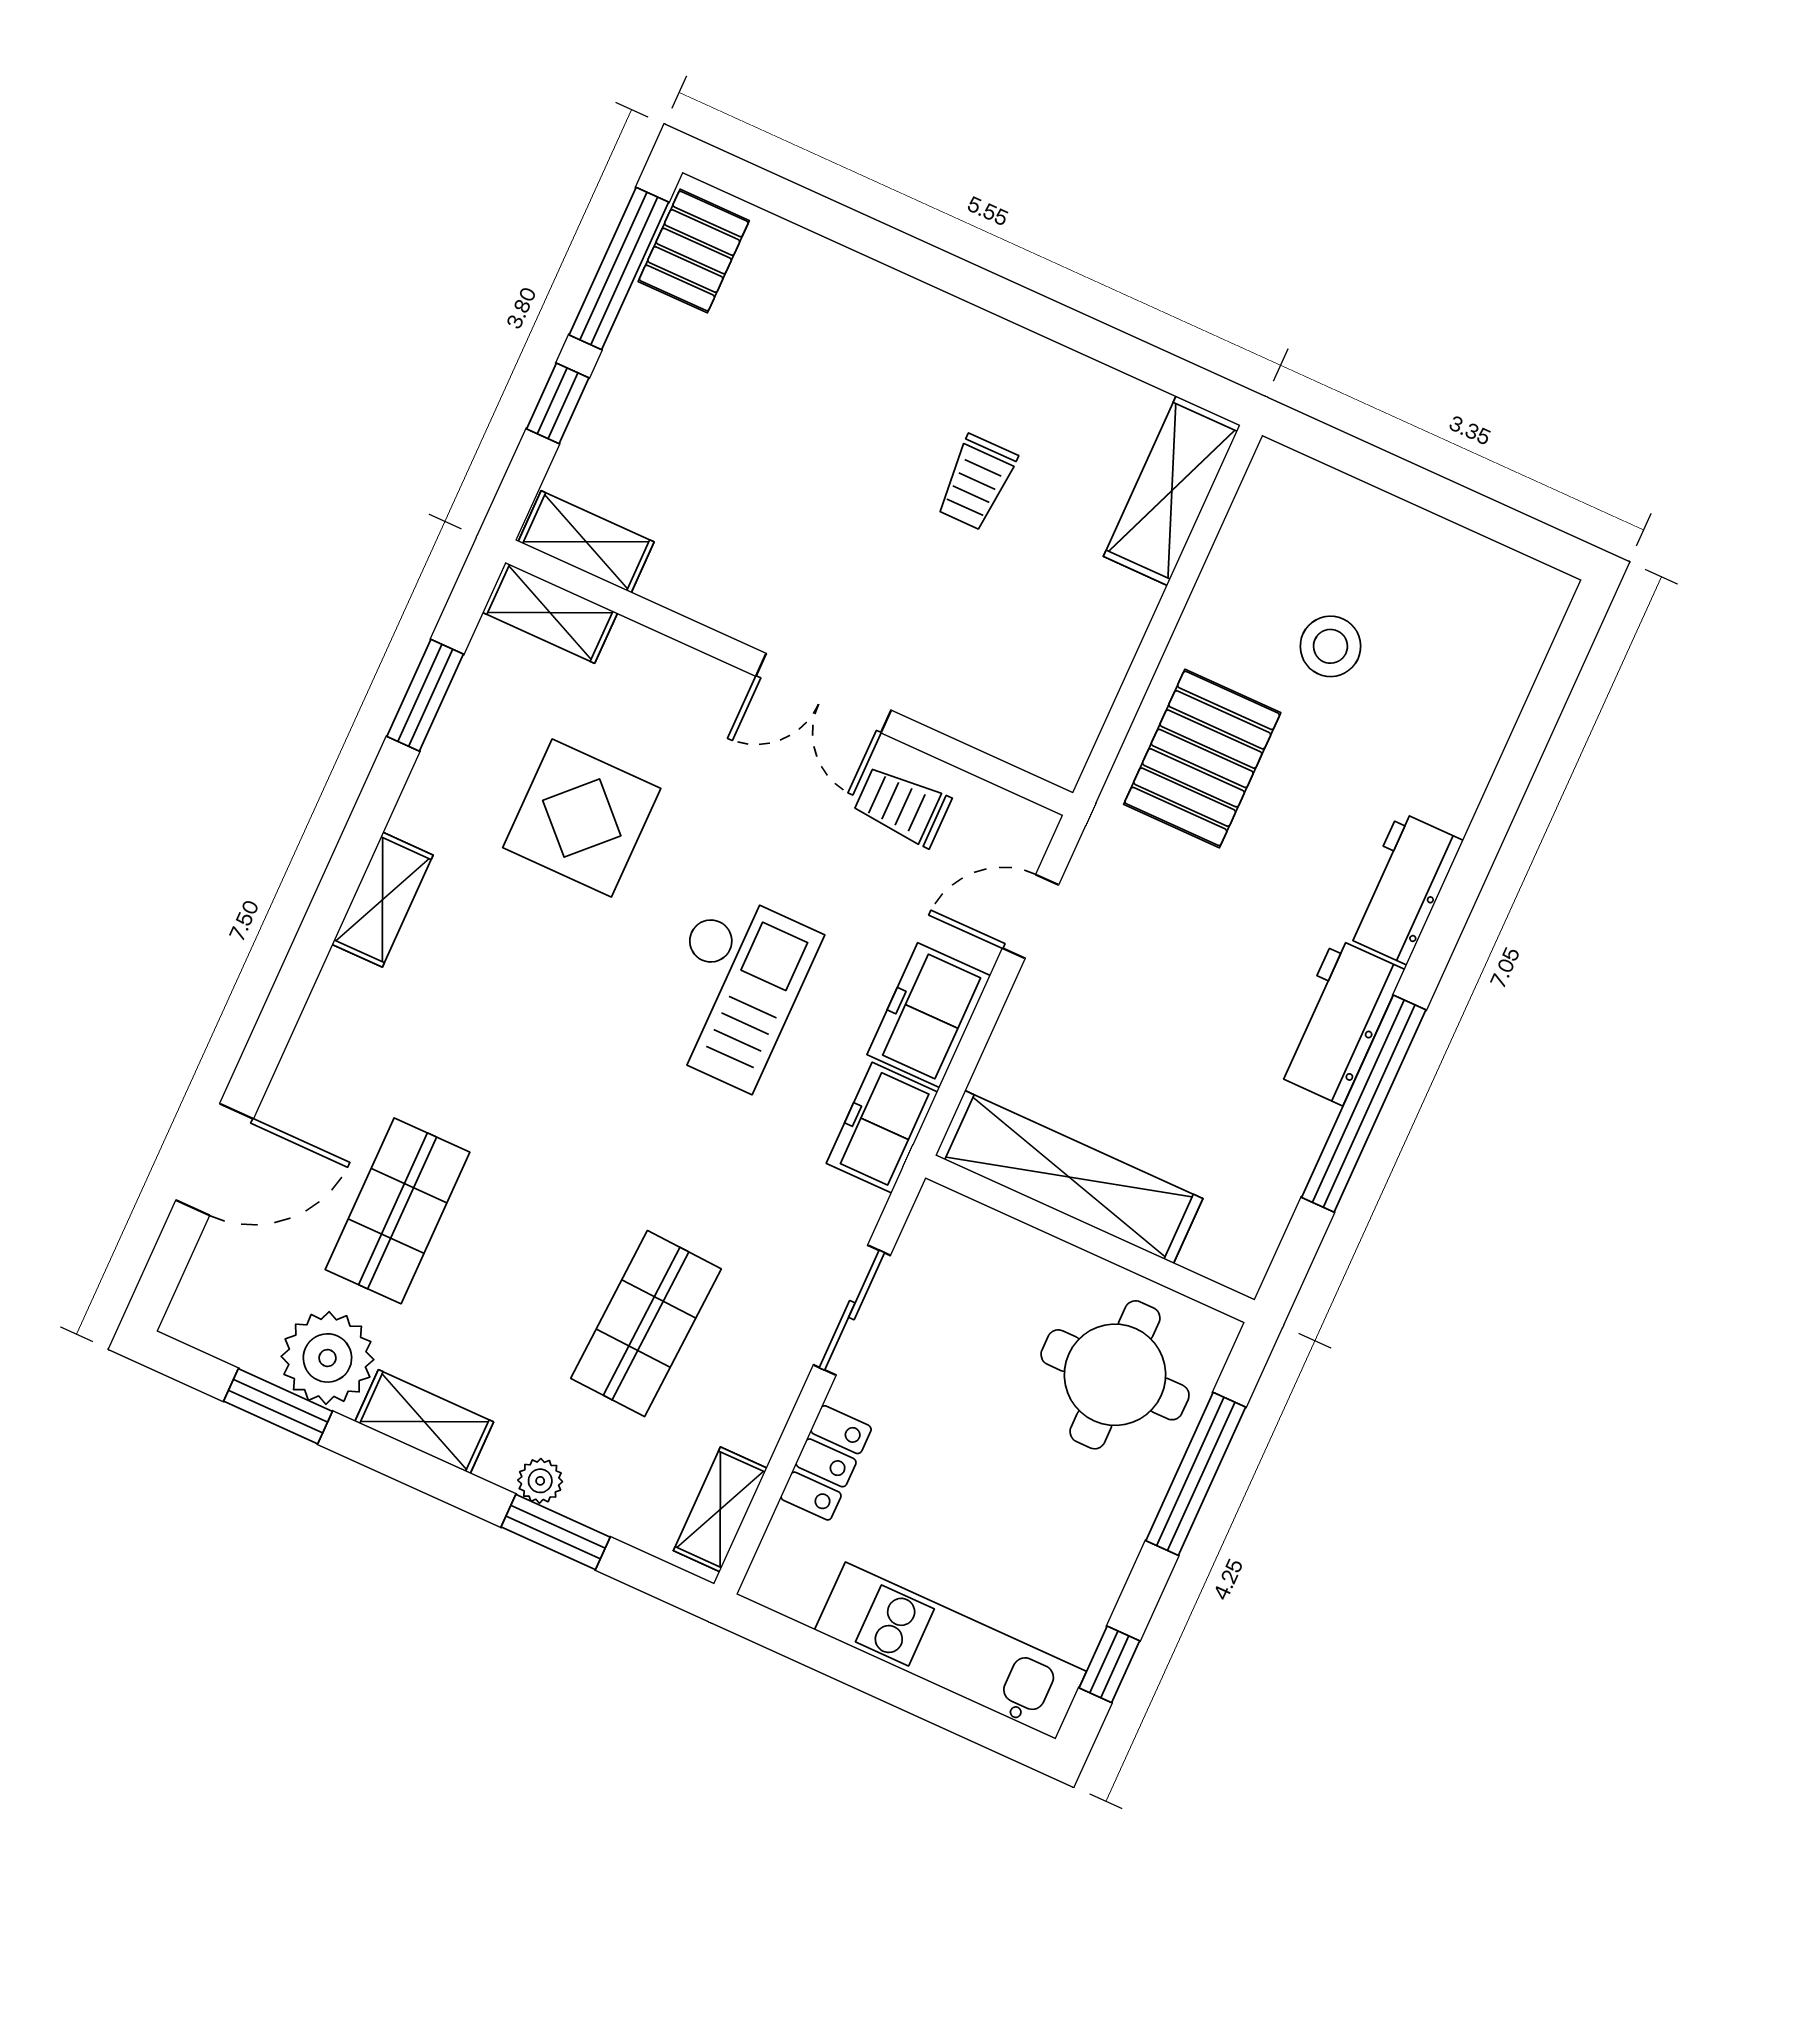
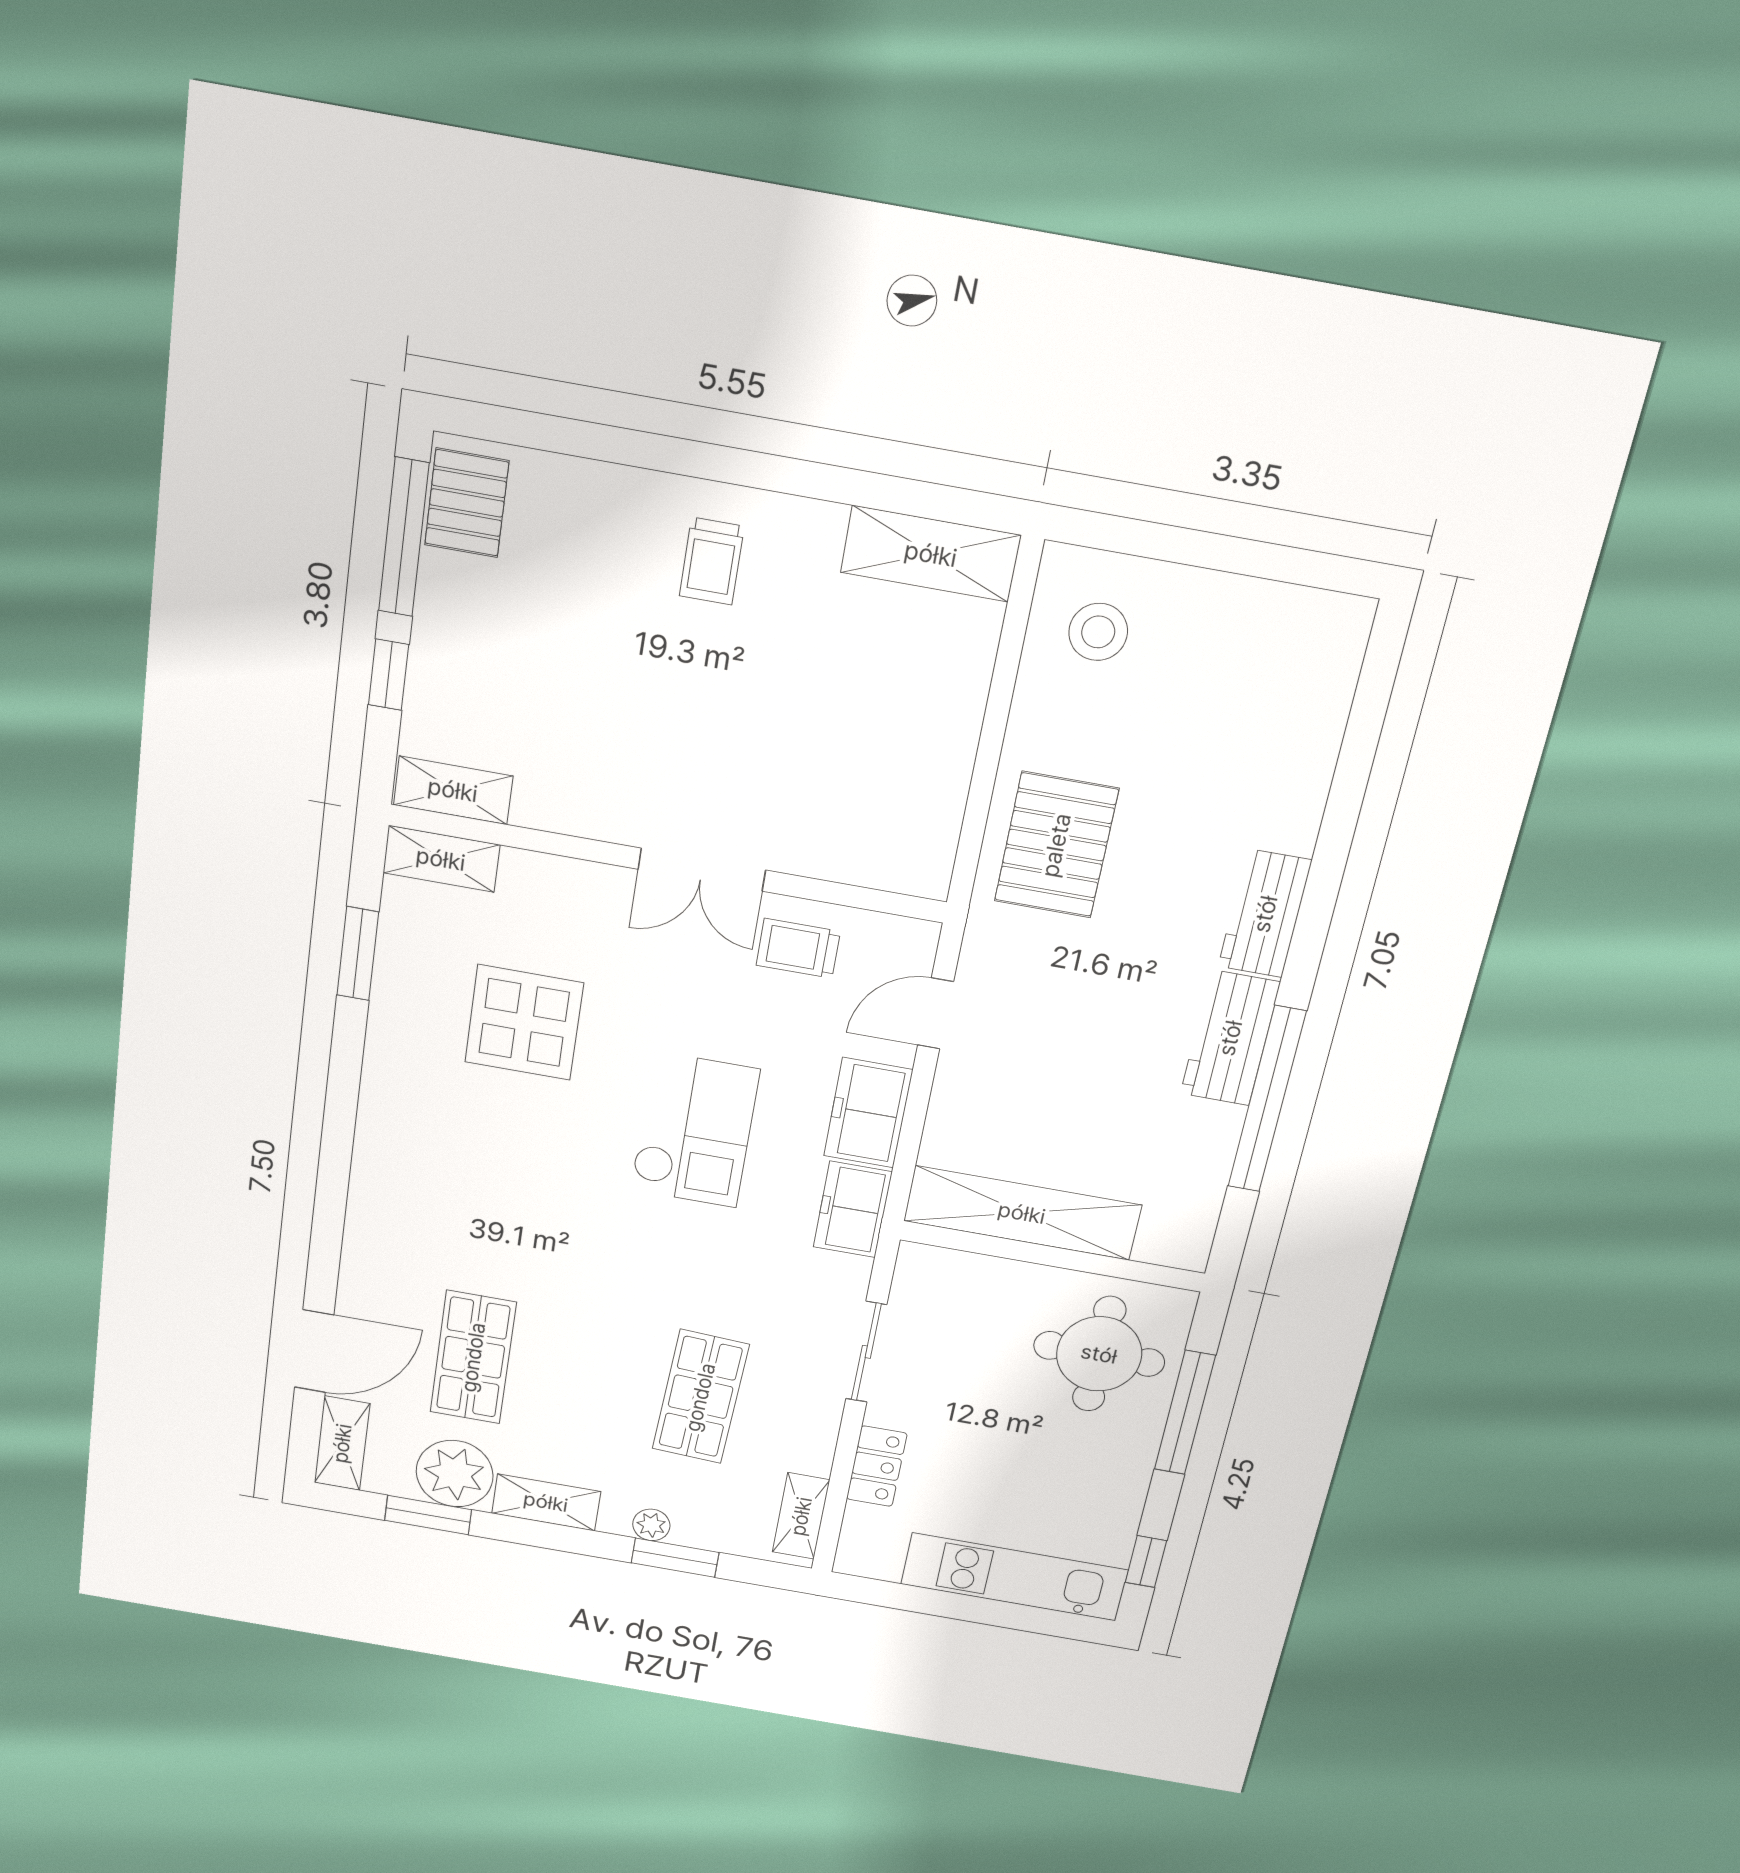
trolley: (976, 482) -> (712, 561), moved
shelving: (1172, 491) -> (931, 554), moved, turned 90
stool: (1330, 646) -> (1098, 632), moved
shelving: (383, 900) -> (342, 1443), moved

